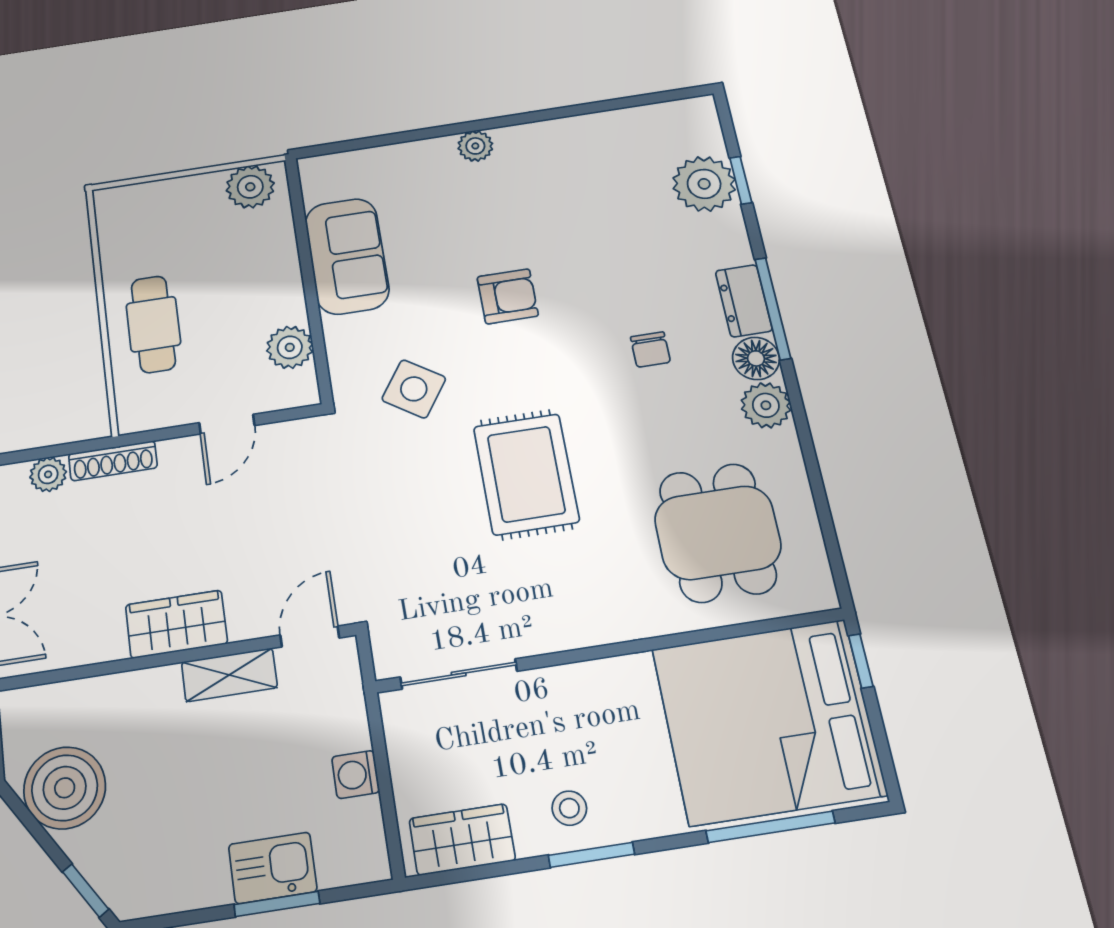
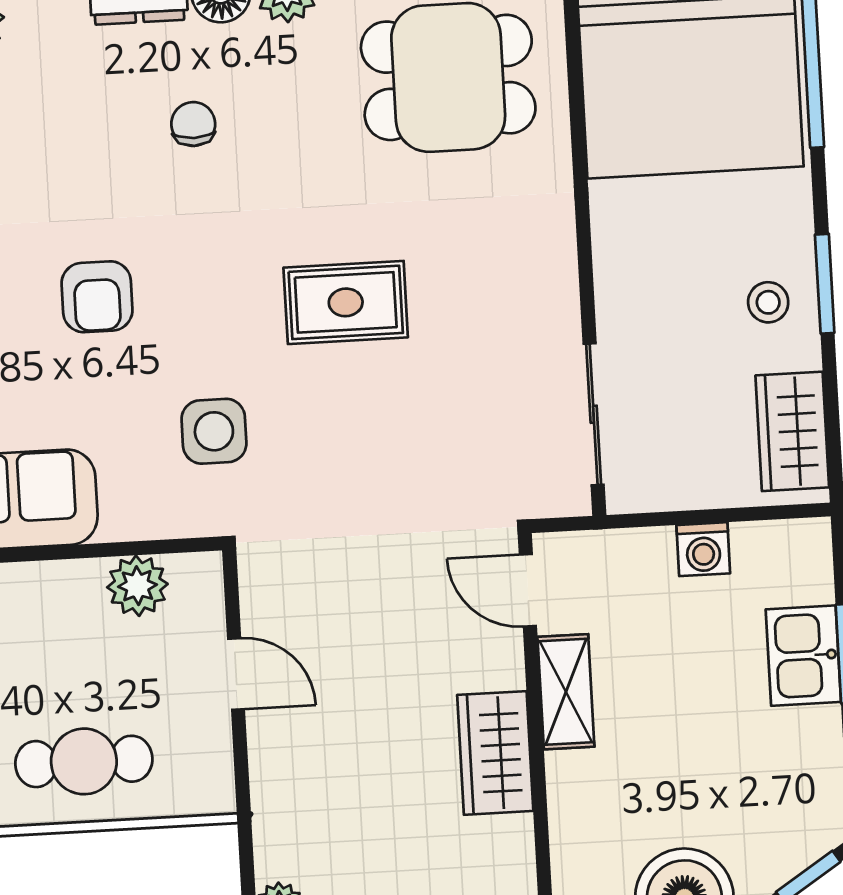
armchair: (508, 296) -> (97, 297), turned 180
chair: (650, 350) -> (193, 124), turned -90
side table: (414, 389) -> (214, 431), turned -34
shoe rack: (113, 461) -> (270, 822), removed
rug: (526, 474) -> (346, 302), width x0.73, depth x0.70

